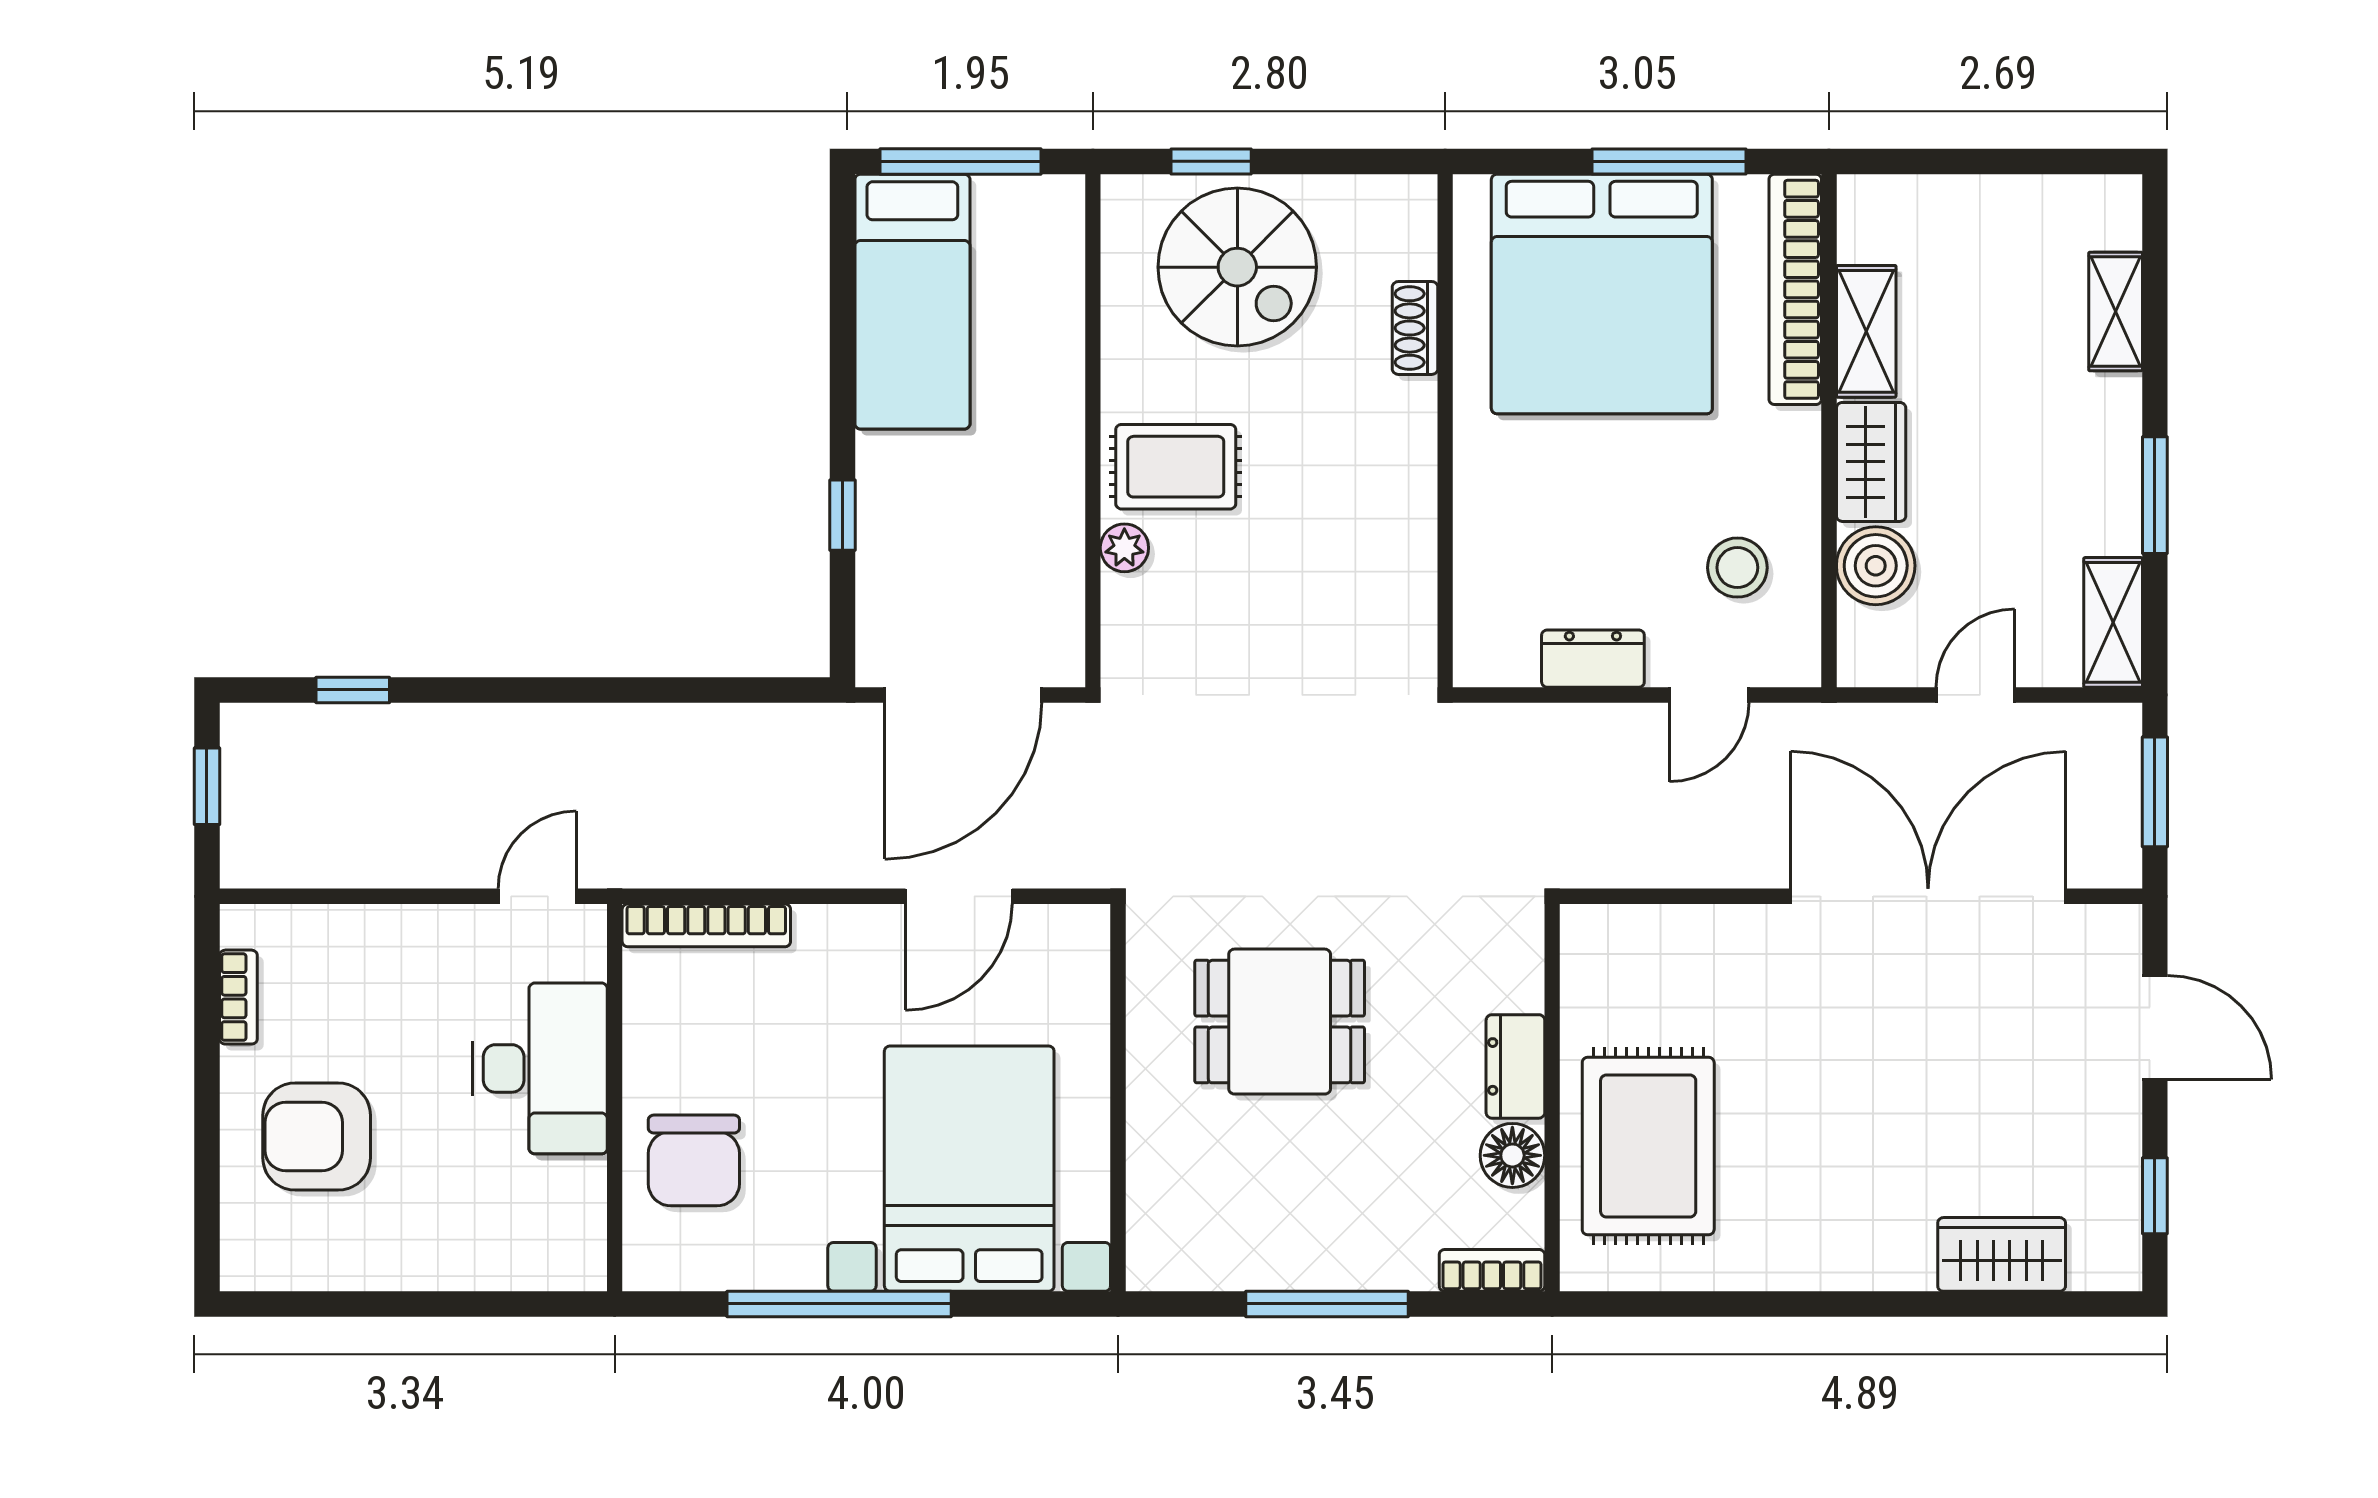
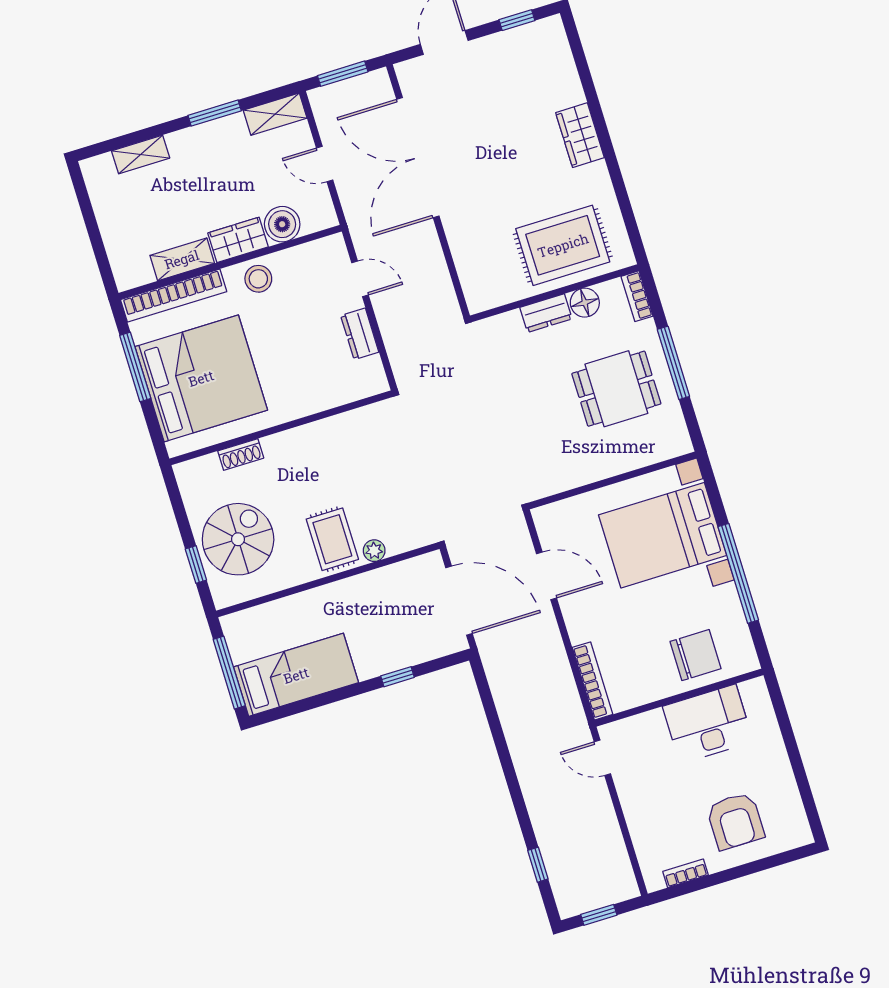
stool: (1737, 568) -> (258, 279), moved
dining table: (1280, 1022) -> (616, 389), moved, turned 90
desk: (540, 1068) -> (708, 724), moved
wardrobe: (2002, 1254) -> (580, 135), moved

